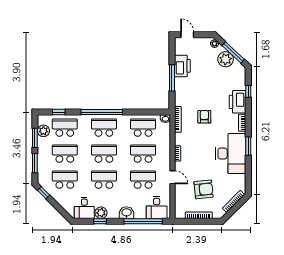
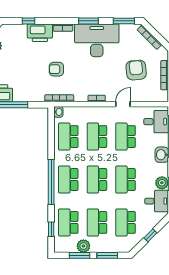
plant: (43, 131) -> (83, 246), moved
window: (248, 178) -> (124, 21), added
window: (44, 193) -> (150, 235), moved

